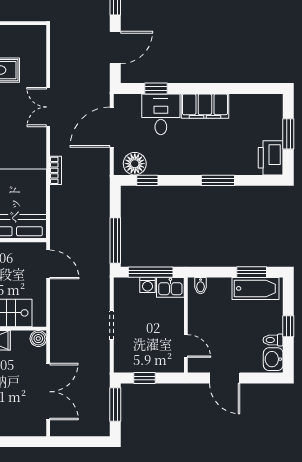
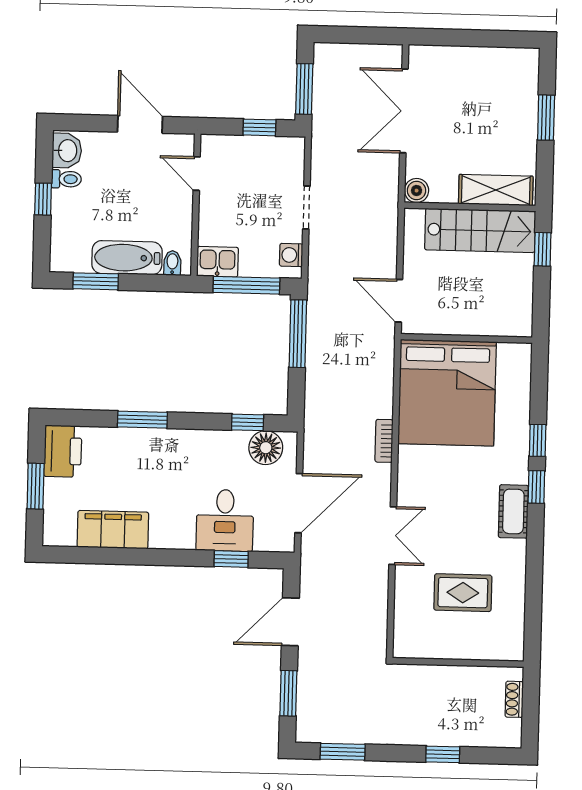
filing cabinet: (205, 106) -> (113, 530), moved
washing machine: (148, 285) -> (291, 255), moved, turned -90
bathtub: (256, 288) -> (127, 258), moved

